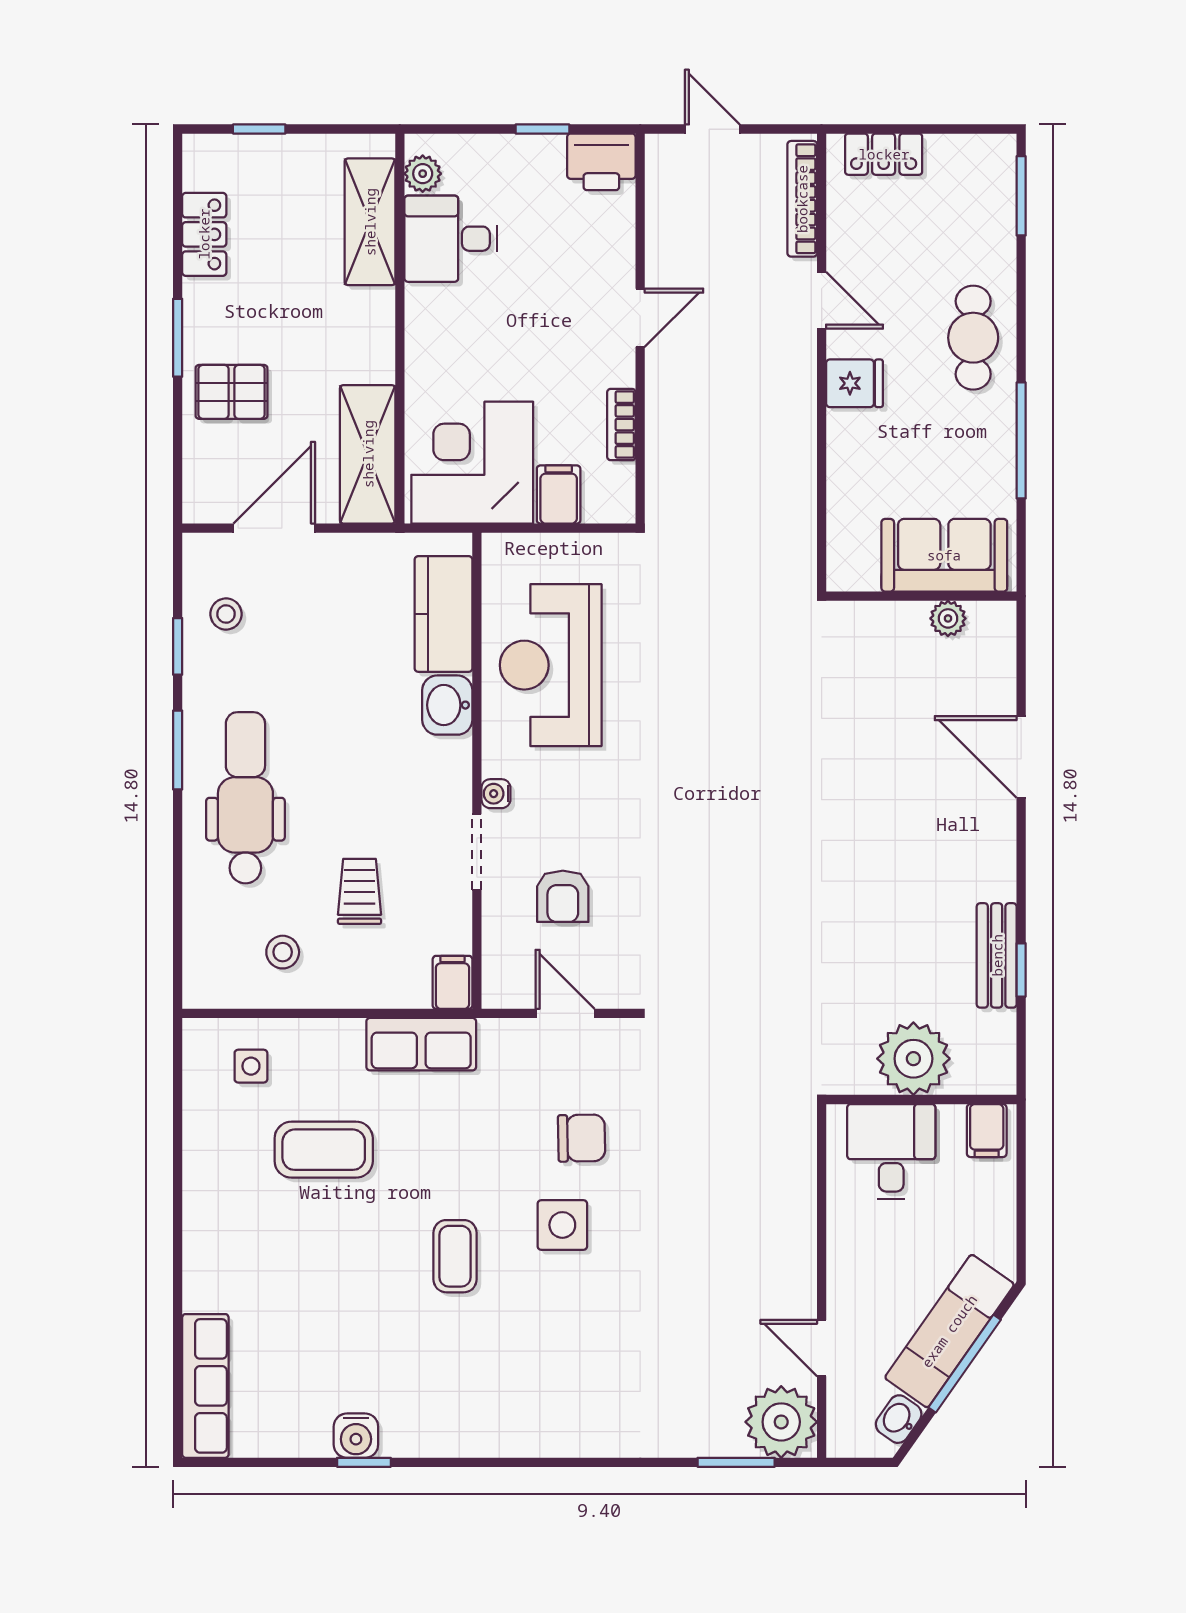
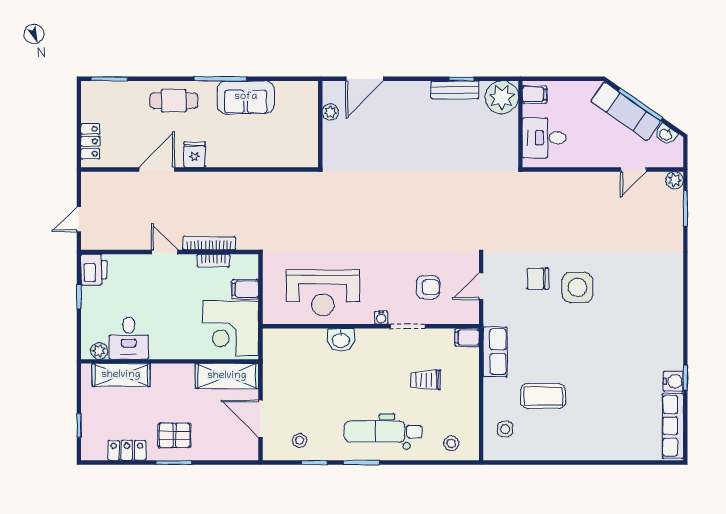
bookcase: (802, 199) -> (209, 243), moved, turned 180
door: (822, 300) -> (157, 170), width x1.38
pallet: (232, 392) -> (174, 435), moved, turned 90
sofa: (944, 555) -> (246, 97), moved, turned -90
wall: (921, 596) -> (320, 124), moved
kitchen counter: (443, 614) -> (299, 342), removed
plant: (948, 618) -> (330, 112), moved
stool: (283, 952) -> (451, 443), moved
plant: (913, 1059) -> (502, 97), moved
chair: (582, 1138) -> (538, 279), turned -89
coffee table: (324, 1150) -> (543, 396), turned 90
side table: (562, 1225) -> (577, 287), width x1.37, depth x1.37
coffee table: (455, 1256) -> (592, 336), removed
row of seats: (205, 1386) -> (673, 426), moved, turned -90
plant: (781, 1422) -> (675, 180), width x0.53, depth x0.53

